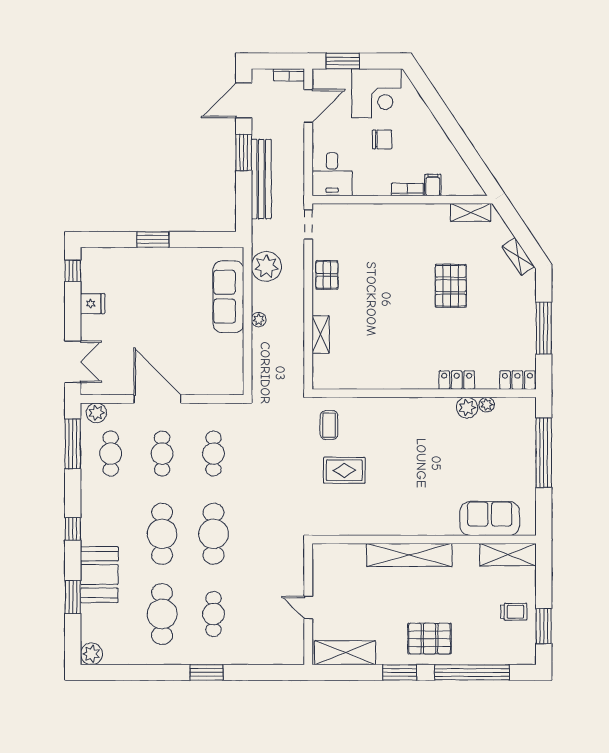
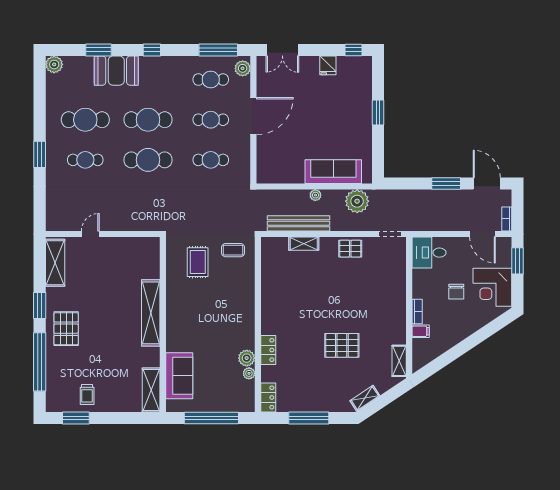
bench: (261, 179) -> (299, 223), moved
sofa: (490, 519) -> (179, 376), moved
wall: (424, 539) -> (163, 324), moved
shelving: (409, 555) -> (151, 313), moved
shelving: (508, 555) -> (151, 390), moved

